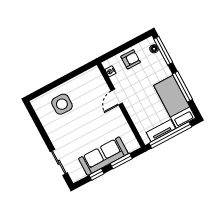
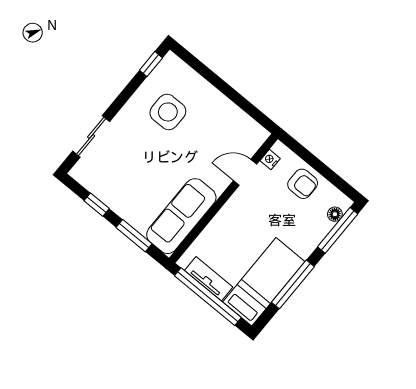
door: (117, 97) -> (245, 172), moved
side table: (62, 104) -> (168, 112), moved
window: (33, 114) -> (151, 64), added
sofa: (103, 156) -> (181, 216), moved, turned -90

